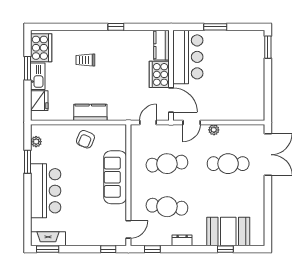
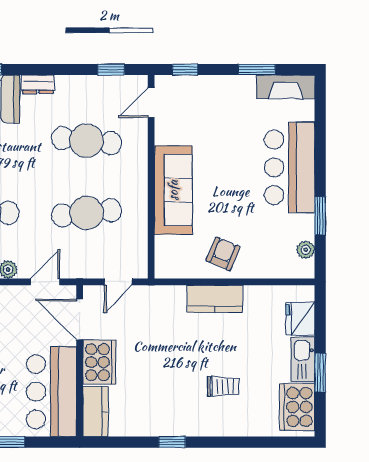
dresser: (182, 240) -> (38, 84), moved
window: (48, 249) -> (257, 70), moved

